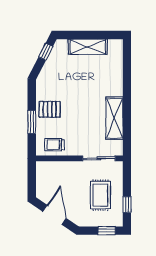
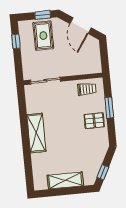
shelving: (114, 118) -> (36, 133), moved
rug: (100, 195) -> (43, 36), moved
window: (107, 231) -> (43, 15), moved

